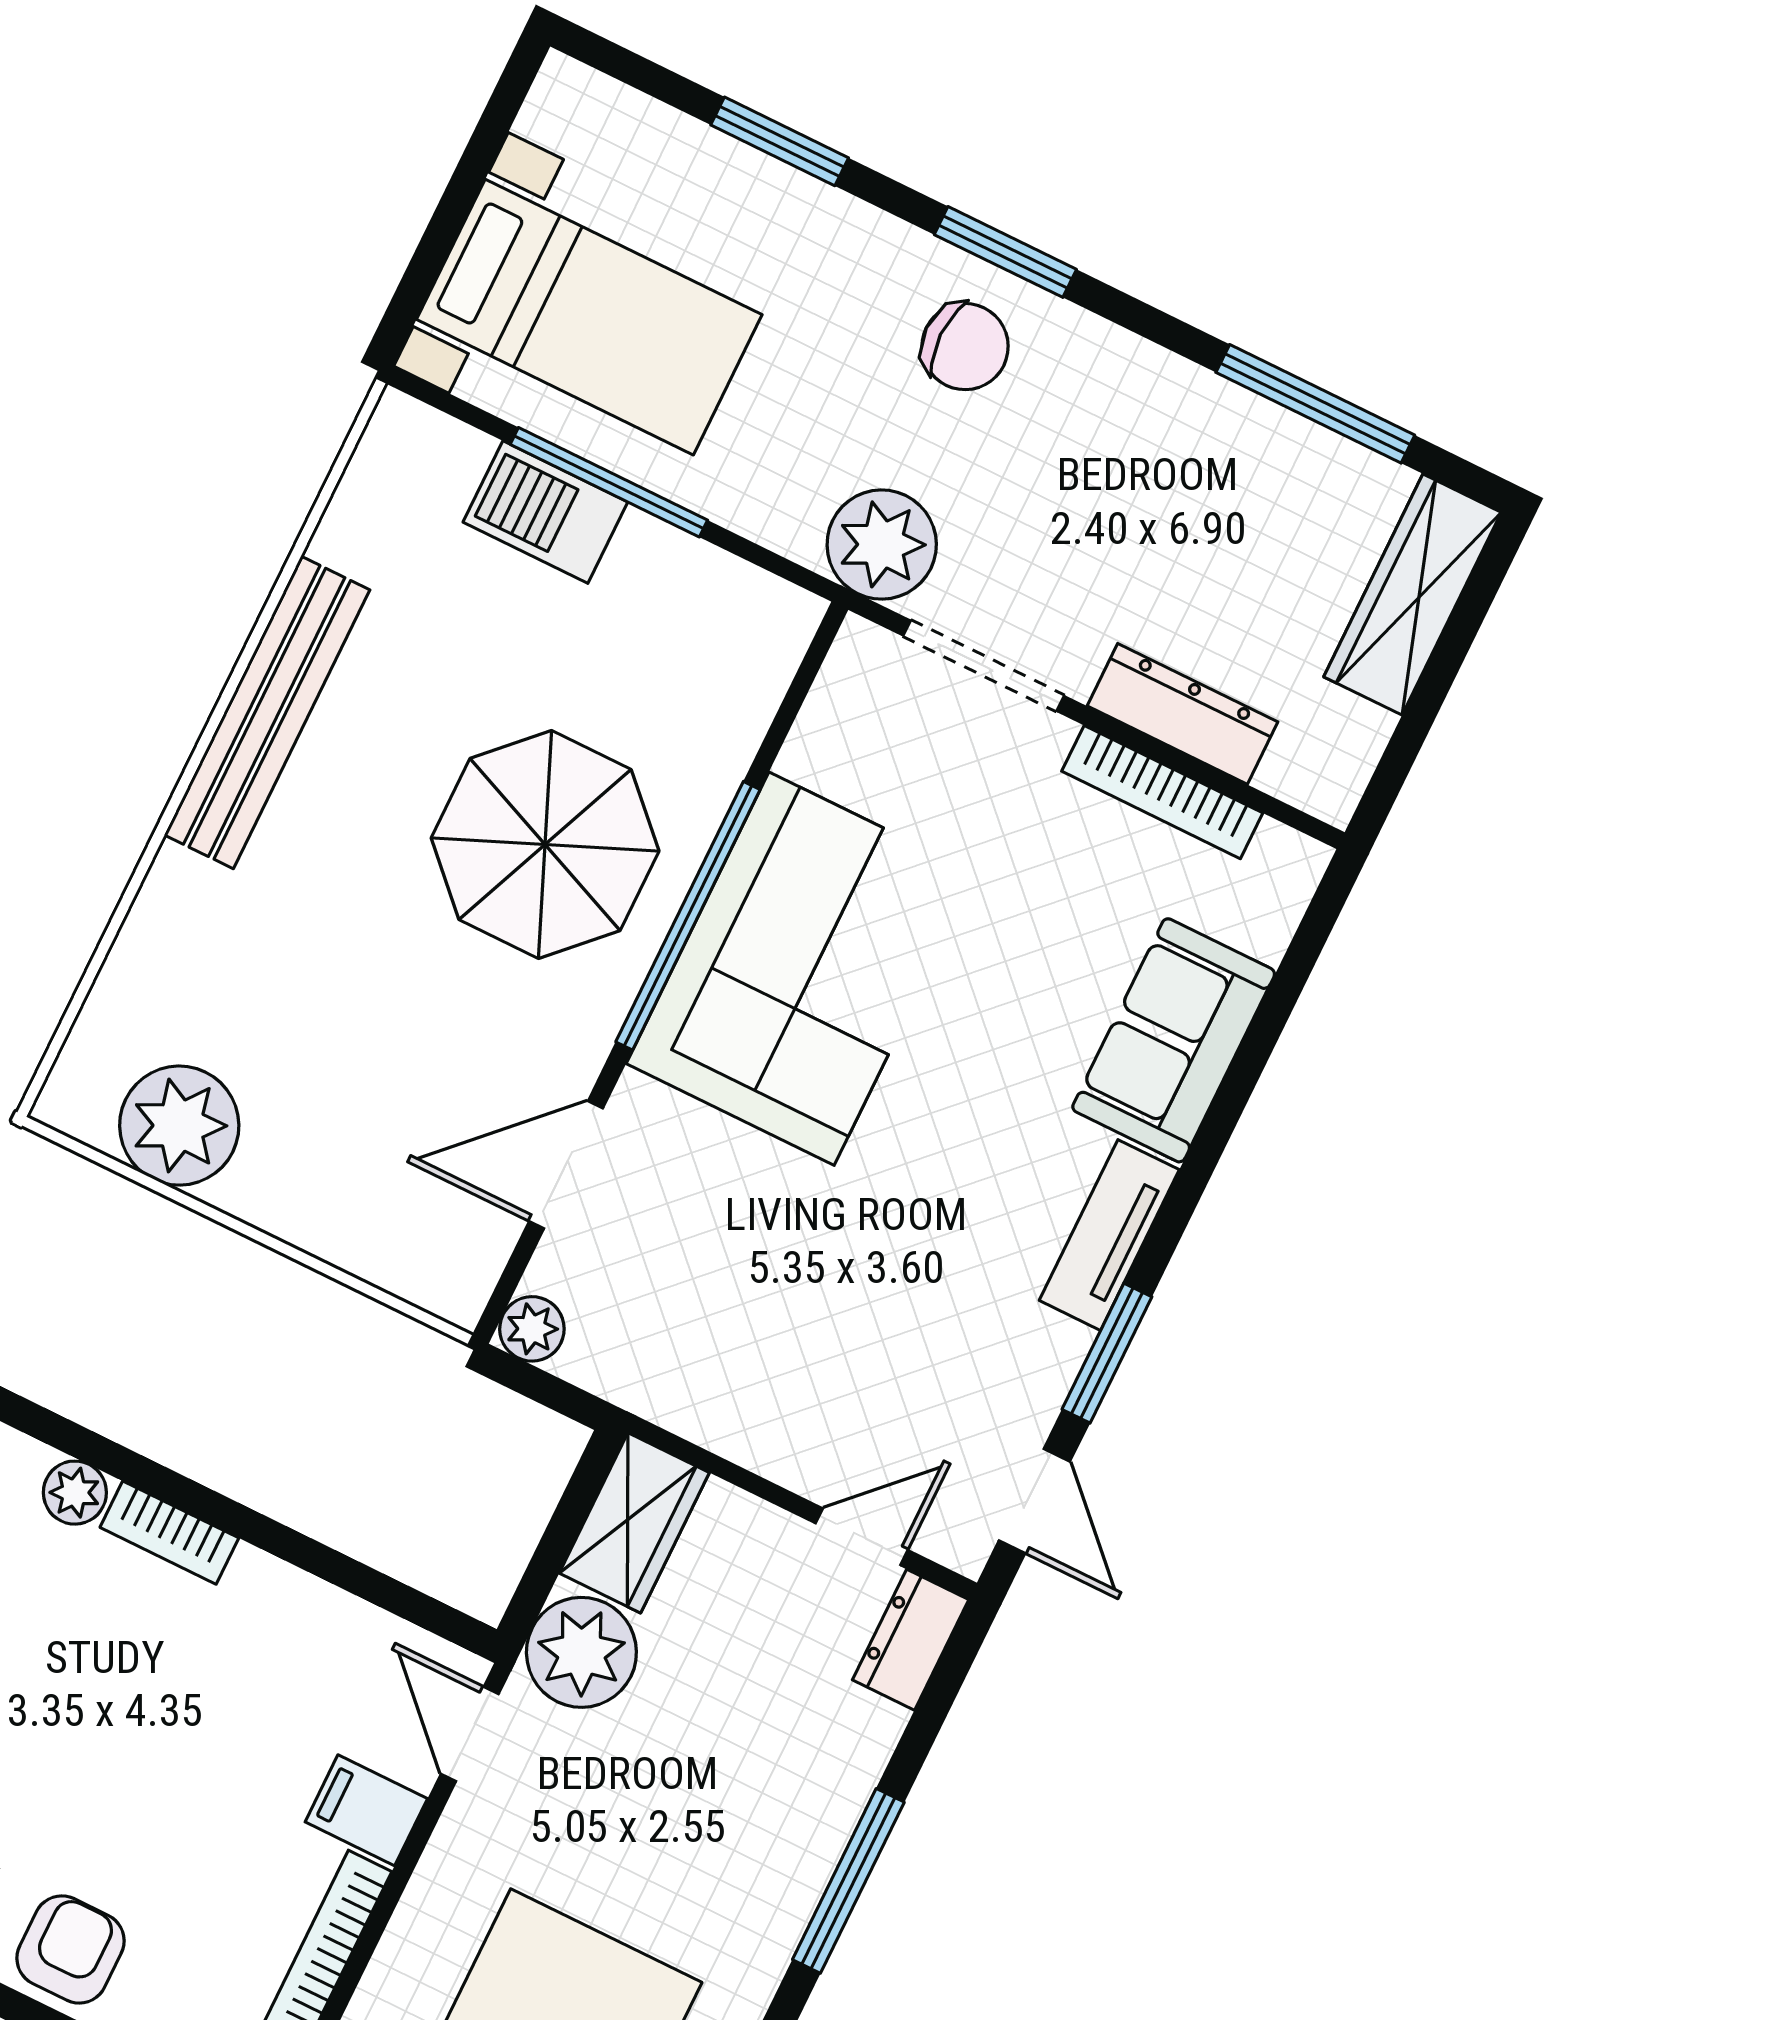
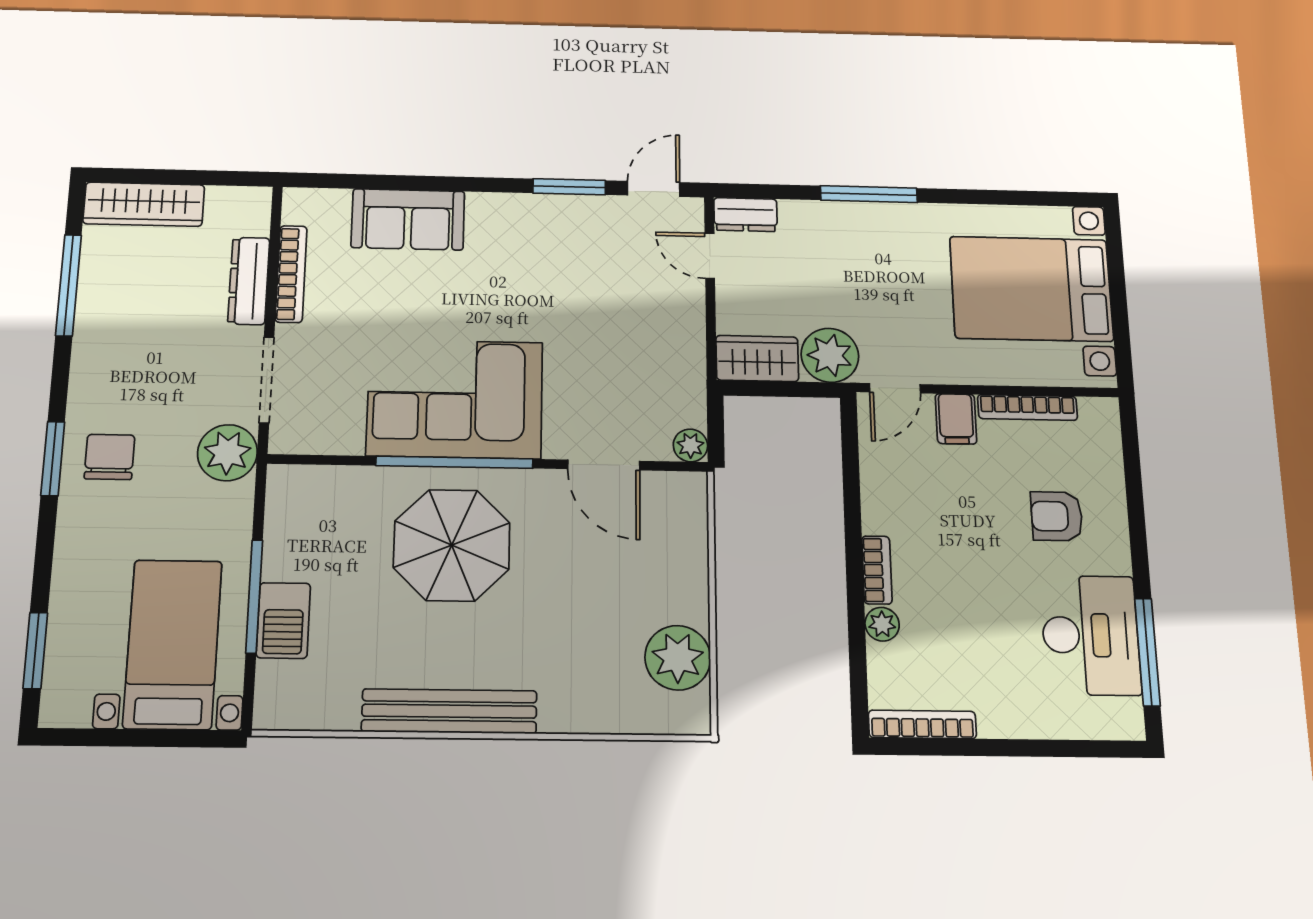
window: (780, 141) -> (35, 651), moved
tv unit: (1109, 1235) -> (514, 209), removed
armchair: (70, 1949) -> (1057, 516), moved

